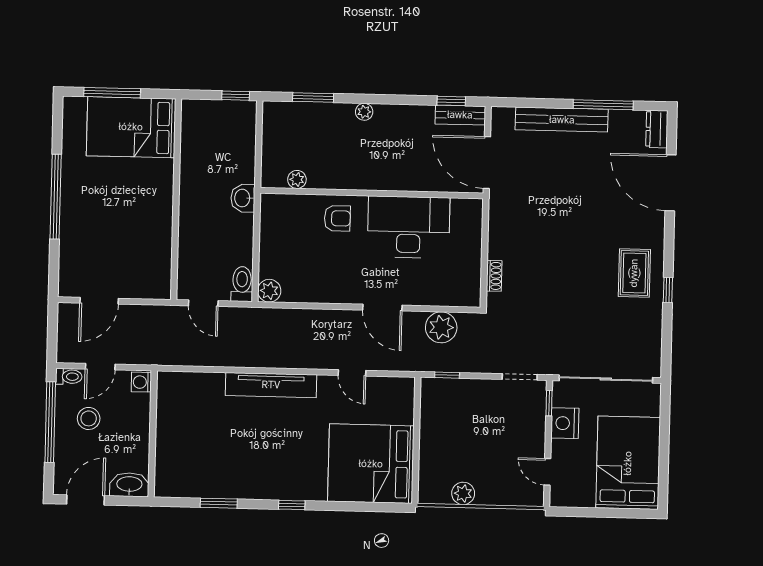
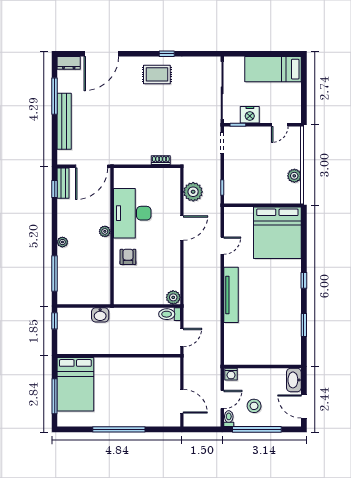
window: (313, 98) -> (55, 273), width x1.44
plant: (297, 179) -> (105, 231), moved
washbasin: (243, 198) -> (100, 315), moved
door: (100, 367) -> (222, 400), hinge flipped
bed: (628, 463) -> (273, 69), width x0.67

